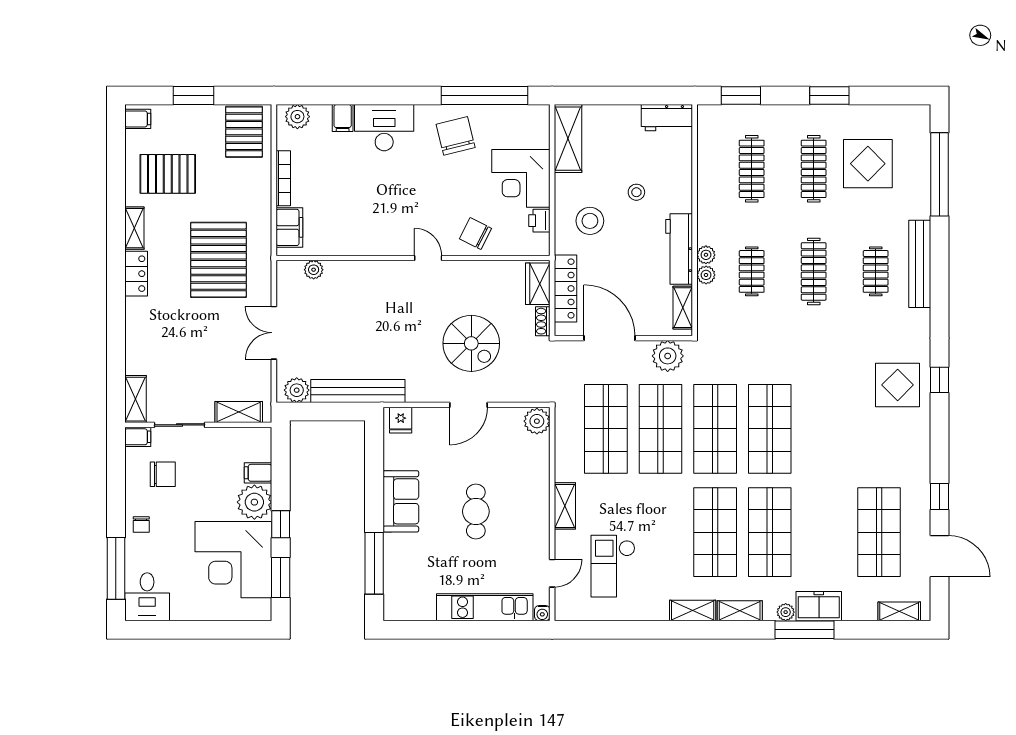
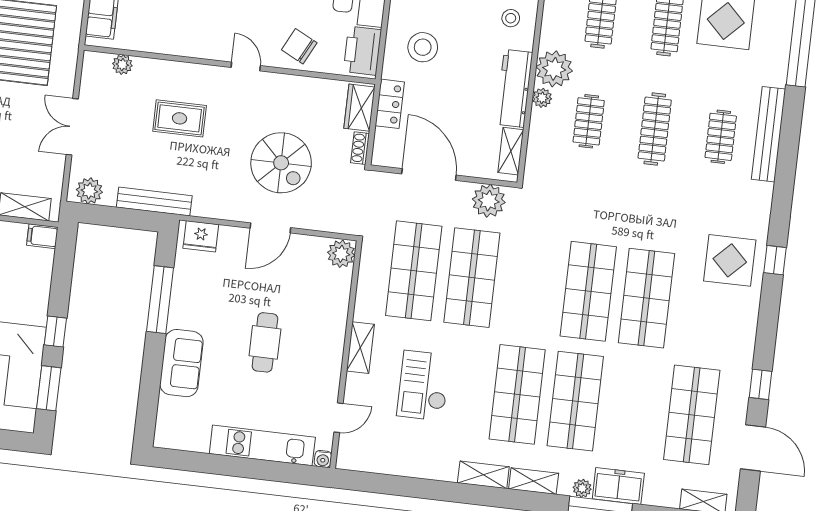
stool: (636, 192) -> (511, 18), moved
printer: (539, 221) -> (362, 51), width x1.87, depth x1.48
plant: (706, 275) -> (554, 69), moved, width x1.88, depth x1.88
locker: (565, 288) -> (390, 104), width x0.66
rug: (372, 313) -> (180, 118), added
bench: (358, 391) -> (154, 202), width x0.73, depth x0.82
fridge: (401, 420) -> (201, 236), width x1.38
shop shelf: (715, 429) -> (646, 298), moved
filing cabinet: (258, 473) -> (42, 236), moved
sofa: (401, 501) -> (181, 363), moved
plant: (254, 502) -> (30, 305), removed
window: (374, 563) -> (160, 300), moved
checkout: (613, 566) -> (424, 386), moved

